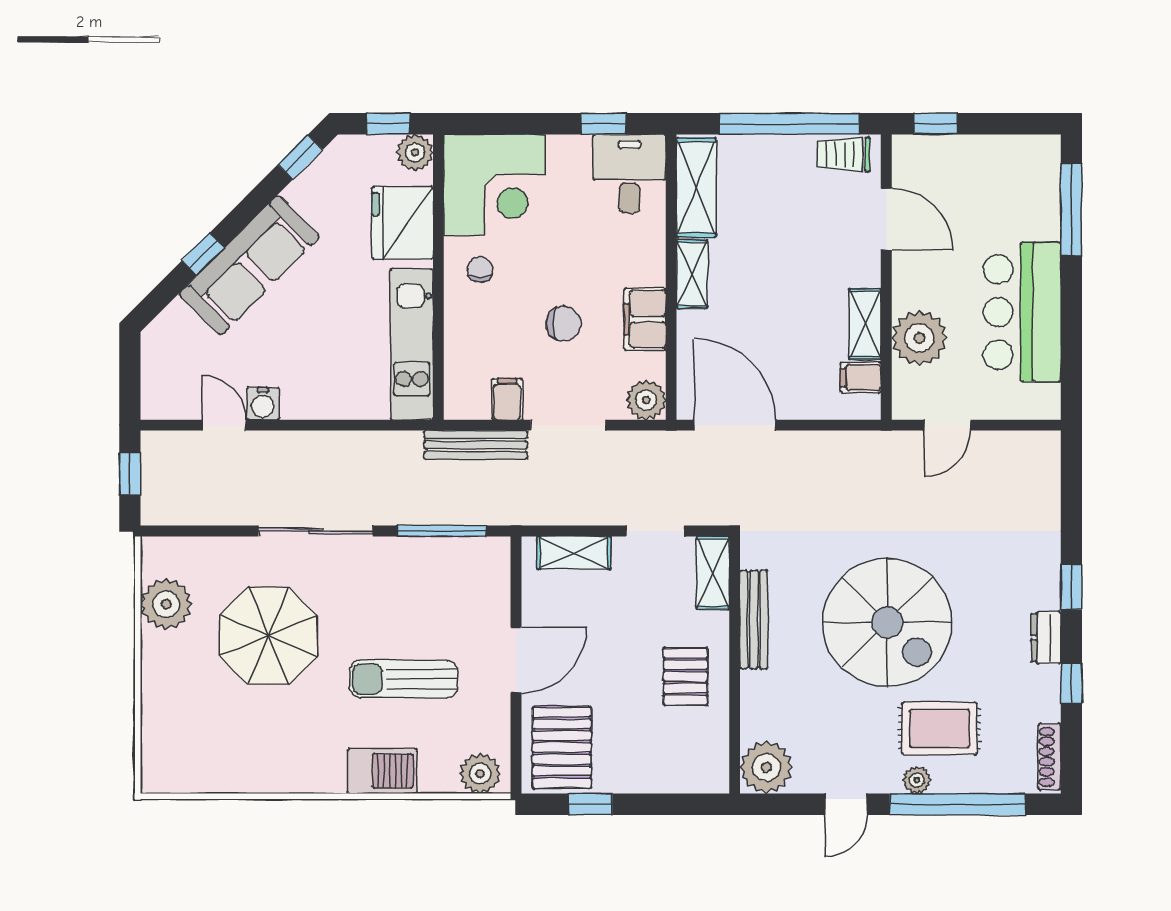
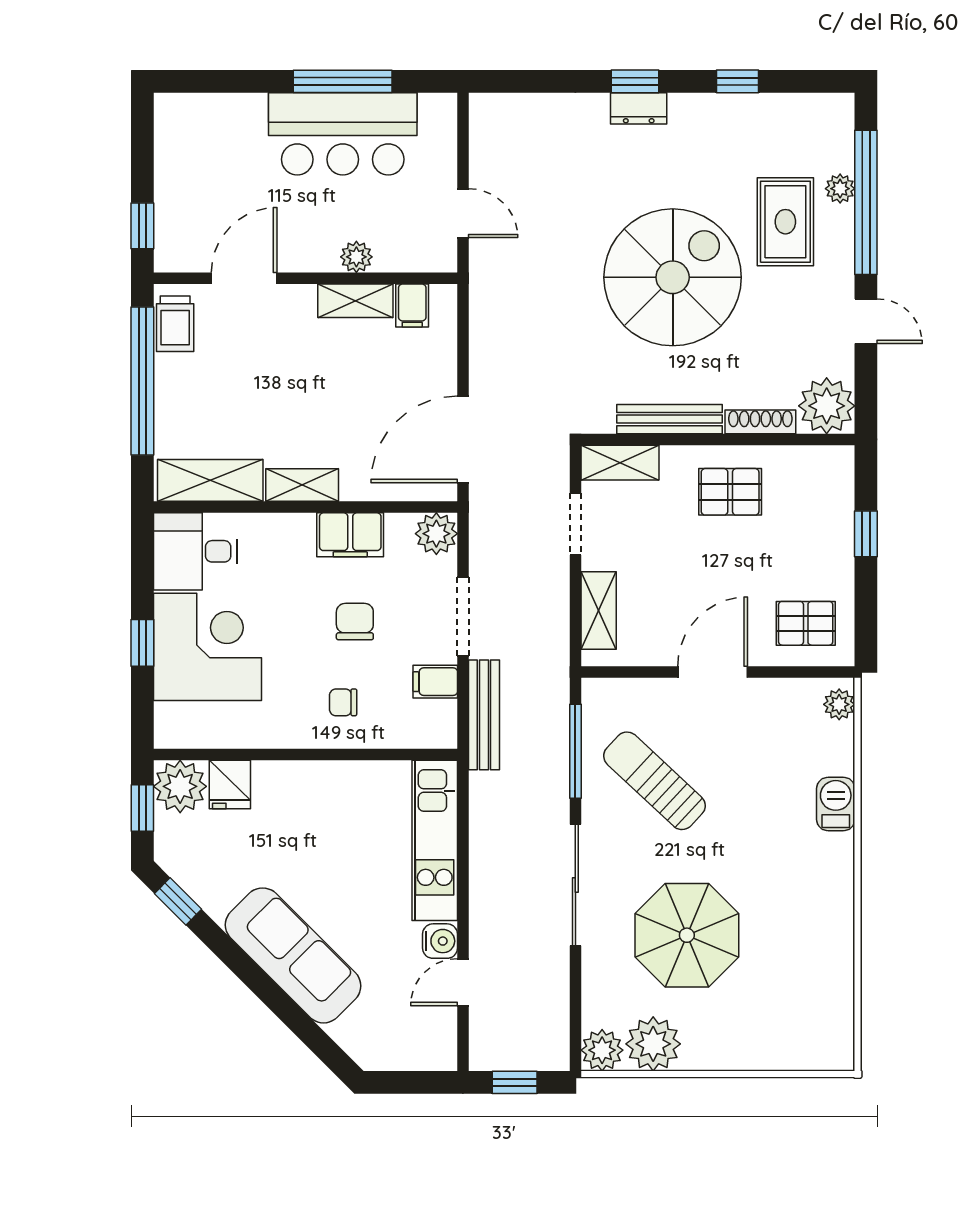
window: (603, 124) -> (142, 643), moved
plant: (415, 152) -> (180, 786), width x1.36, depth x1.36
corner desk: (494, 185) -> (208, 647), moved
window: (1071, 210) -> (343, 81), moved
fridge: (402, 223) -> (230, 784), width x0.53, depth x0.75
window: (203, 254) -> (281, 1005), removed
chair: (480, 270) -> (343, 702), moved
plant: (919, 338) -> (356, 257), width x0.53, depth x0.53
kitchen unit: (412, 344) -> (435, 840), moved, turned 90
plant: (160, 556) -> (602, 1050), added
dresser: (1046, 638) -> (639, 108), moved
door: (516, 660) -> (713, 672), hinge flipped
sun lounger: (404, 679) -> (655, 781), moved, turned 133
pallet: (562, 748) -> (806, 623), width x0.67, depth x0.71
shoe rack: (1050, 757) -> (760, 422), moved, turned 180
barbecue: (382, 771) -> (836, 804), width x0.73, depth x0.79
plant: (480, 774) -> (839, 704), width x0.73, depth x0.73
plant: (917, 780) -> (840, 189), moved
window: (590, 804) -> (866, 534), moved

